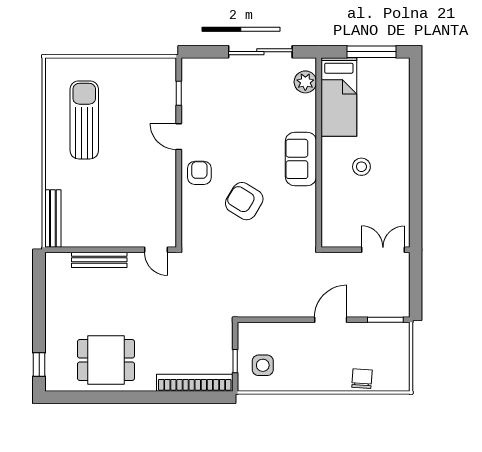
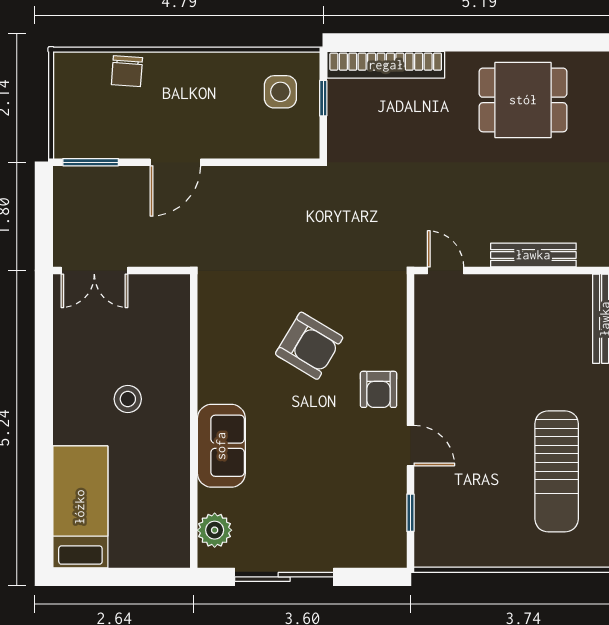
window: (372, 52) -> (112, 577), removed
bed: (339, 97) -> (80, 507), moved
sofa: (301, 159) -> (221, 446), moved

